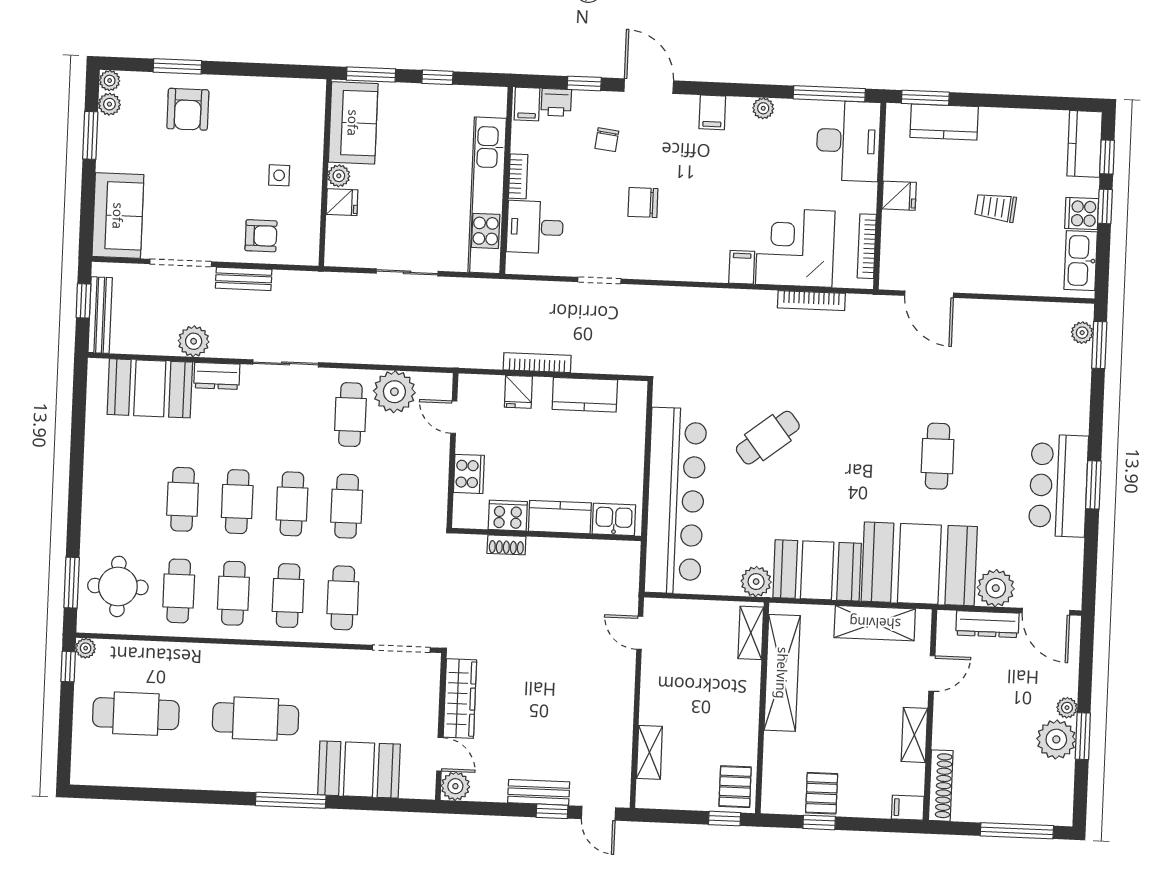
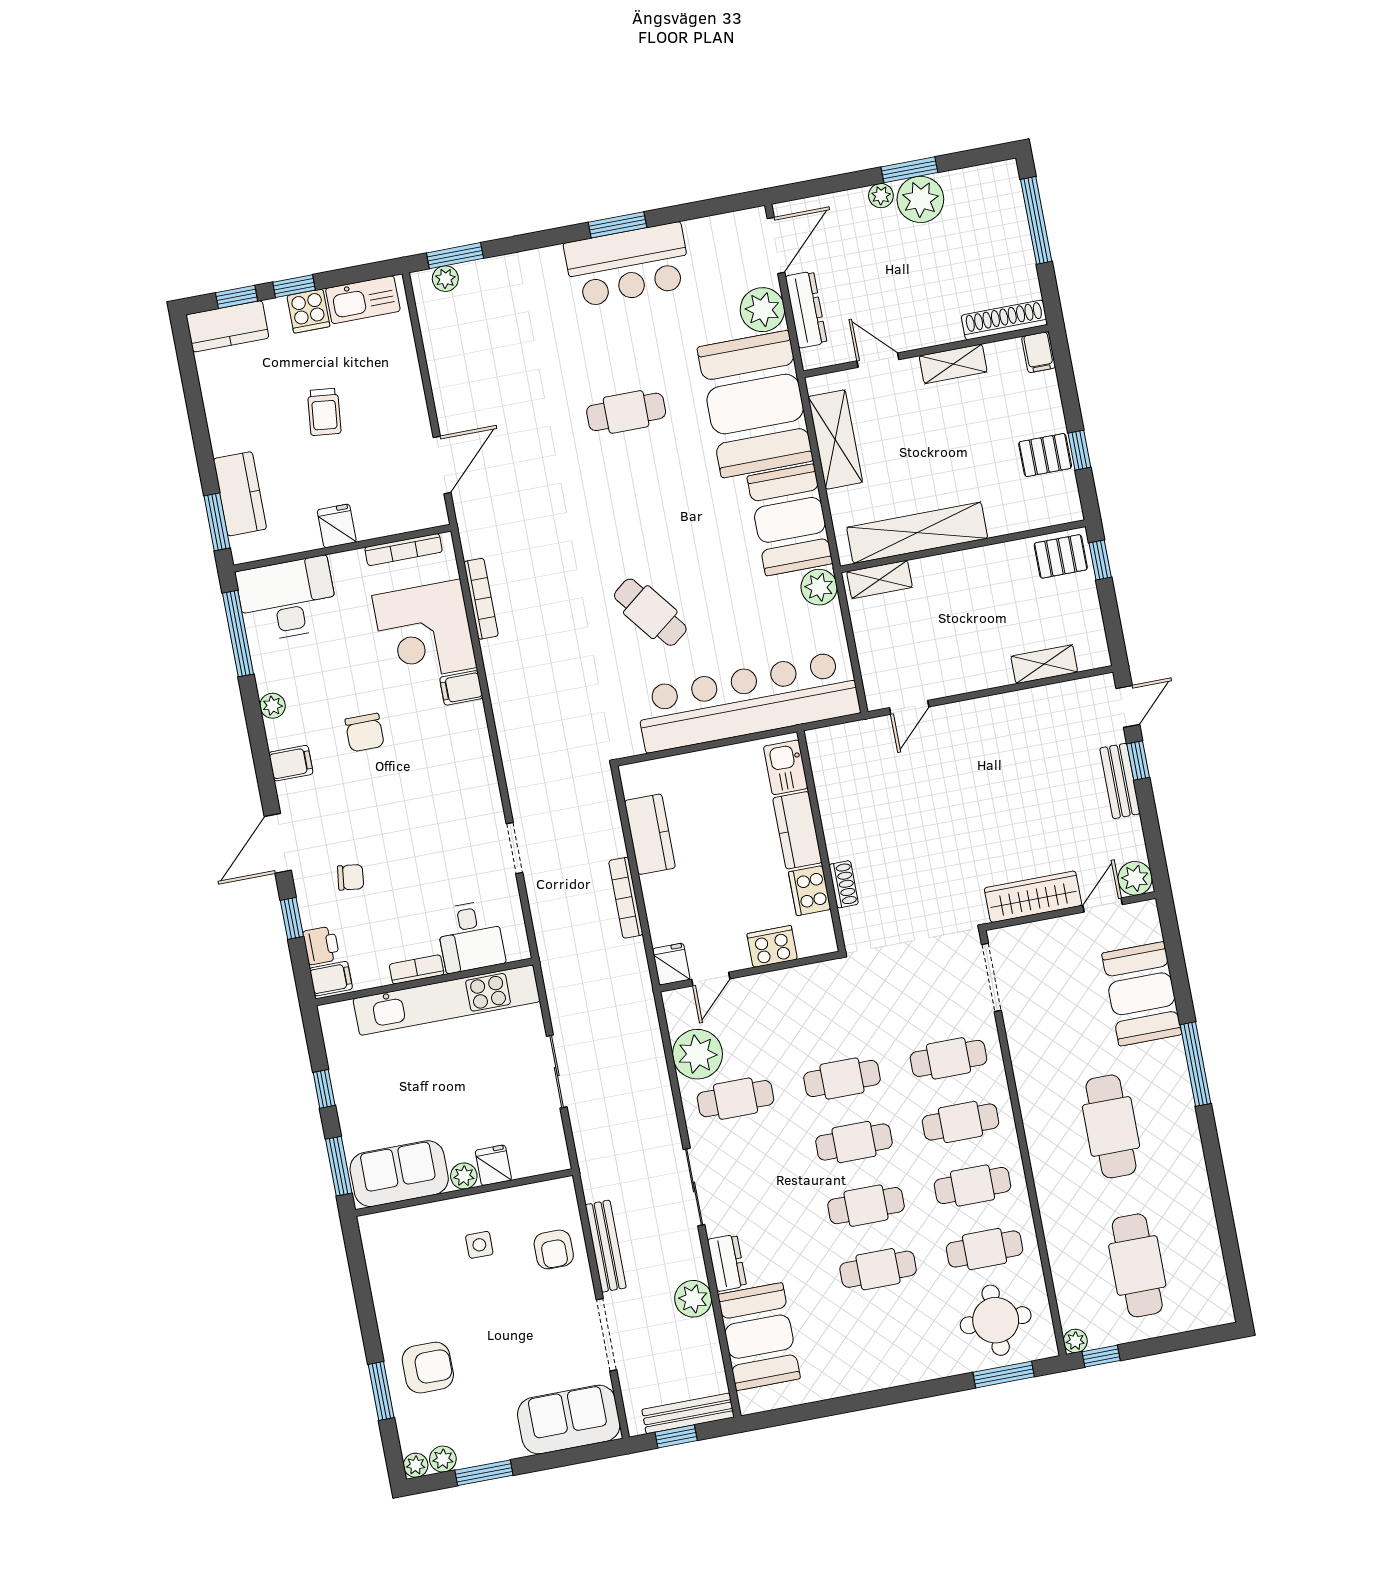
chair: (643, 202) -> (365, 733), moved
armchair: (261, 236) -> (554, 1249), turned 180
bench: (244, 279) -> (606, 1246), width x1.36
fridge: (518, 392) -> (671, 964), moved, turned -90

